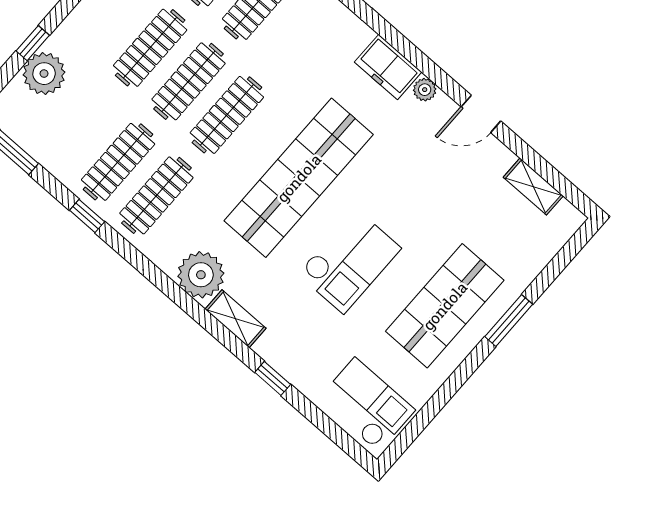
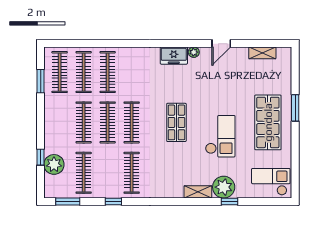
clothes rail: (118, 162) -> (84, 173), moved
shop shelf: (299, 178) -> (176, 122), width x0.50, depth x0.74
plant: (201, 275) -> (224, 187), moved

